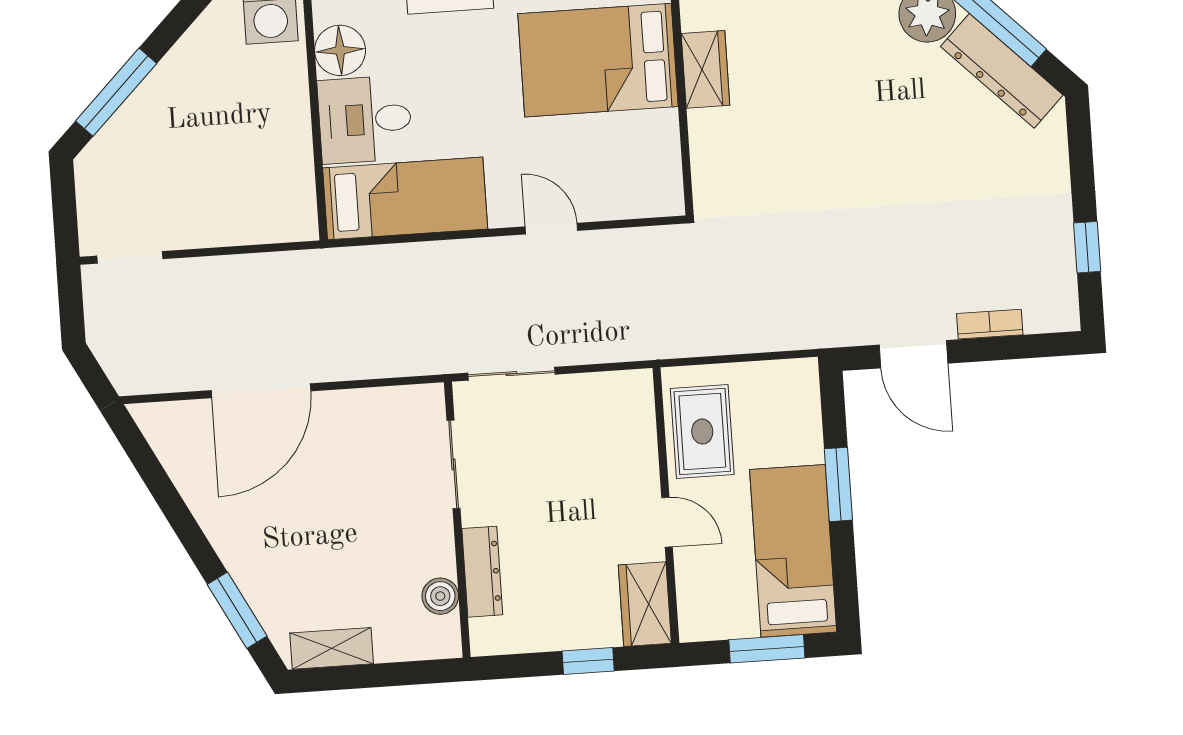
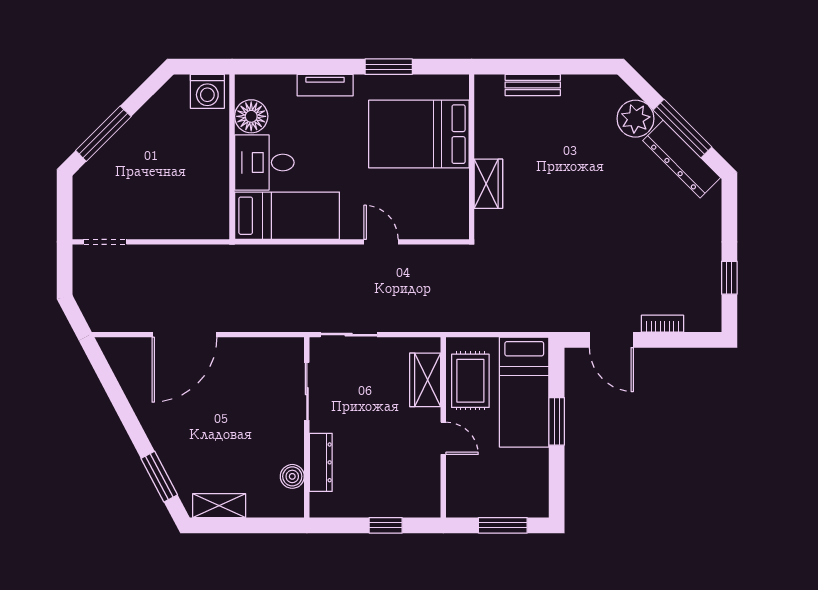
wardrobe: (705, 69) -> (488, 184), moved
bed: (793, 551) -> (524, 392), moved, turned 180
wardrobe: (645, 604) -> (425, 380), moved

